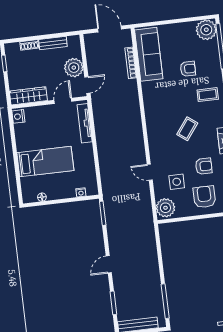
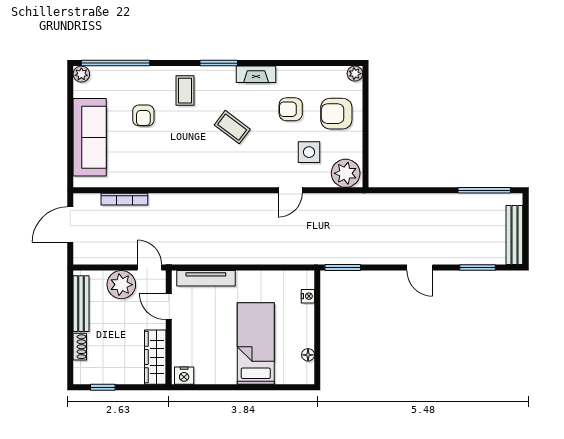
plant: (206, 30) -> (81, 74), width x0.53, depth x0.53
bench: (53, 43) -> (81, 304), width x1.36
sofa: (149, 54) -> (90, 137), moved, turned 90
armchair: (188, 69) -> (143, 115), turned 180
armchair: (204, 166) -> (291, 109), turned -90

